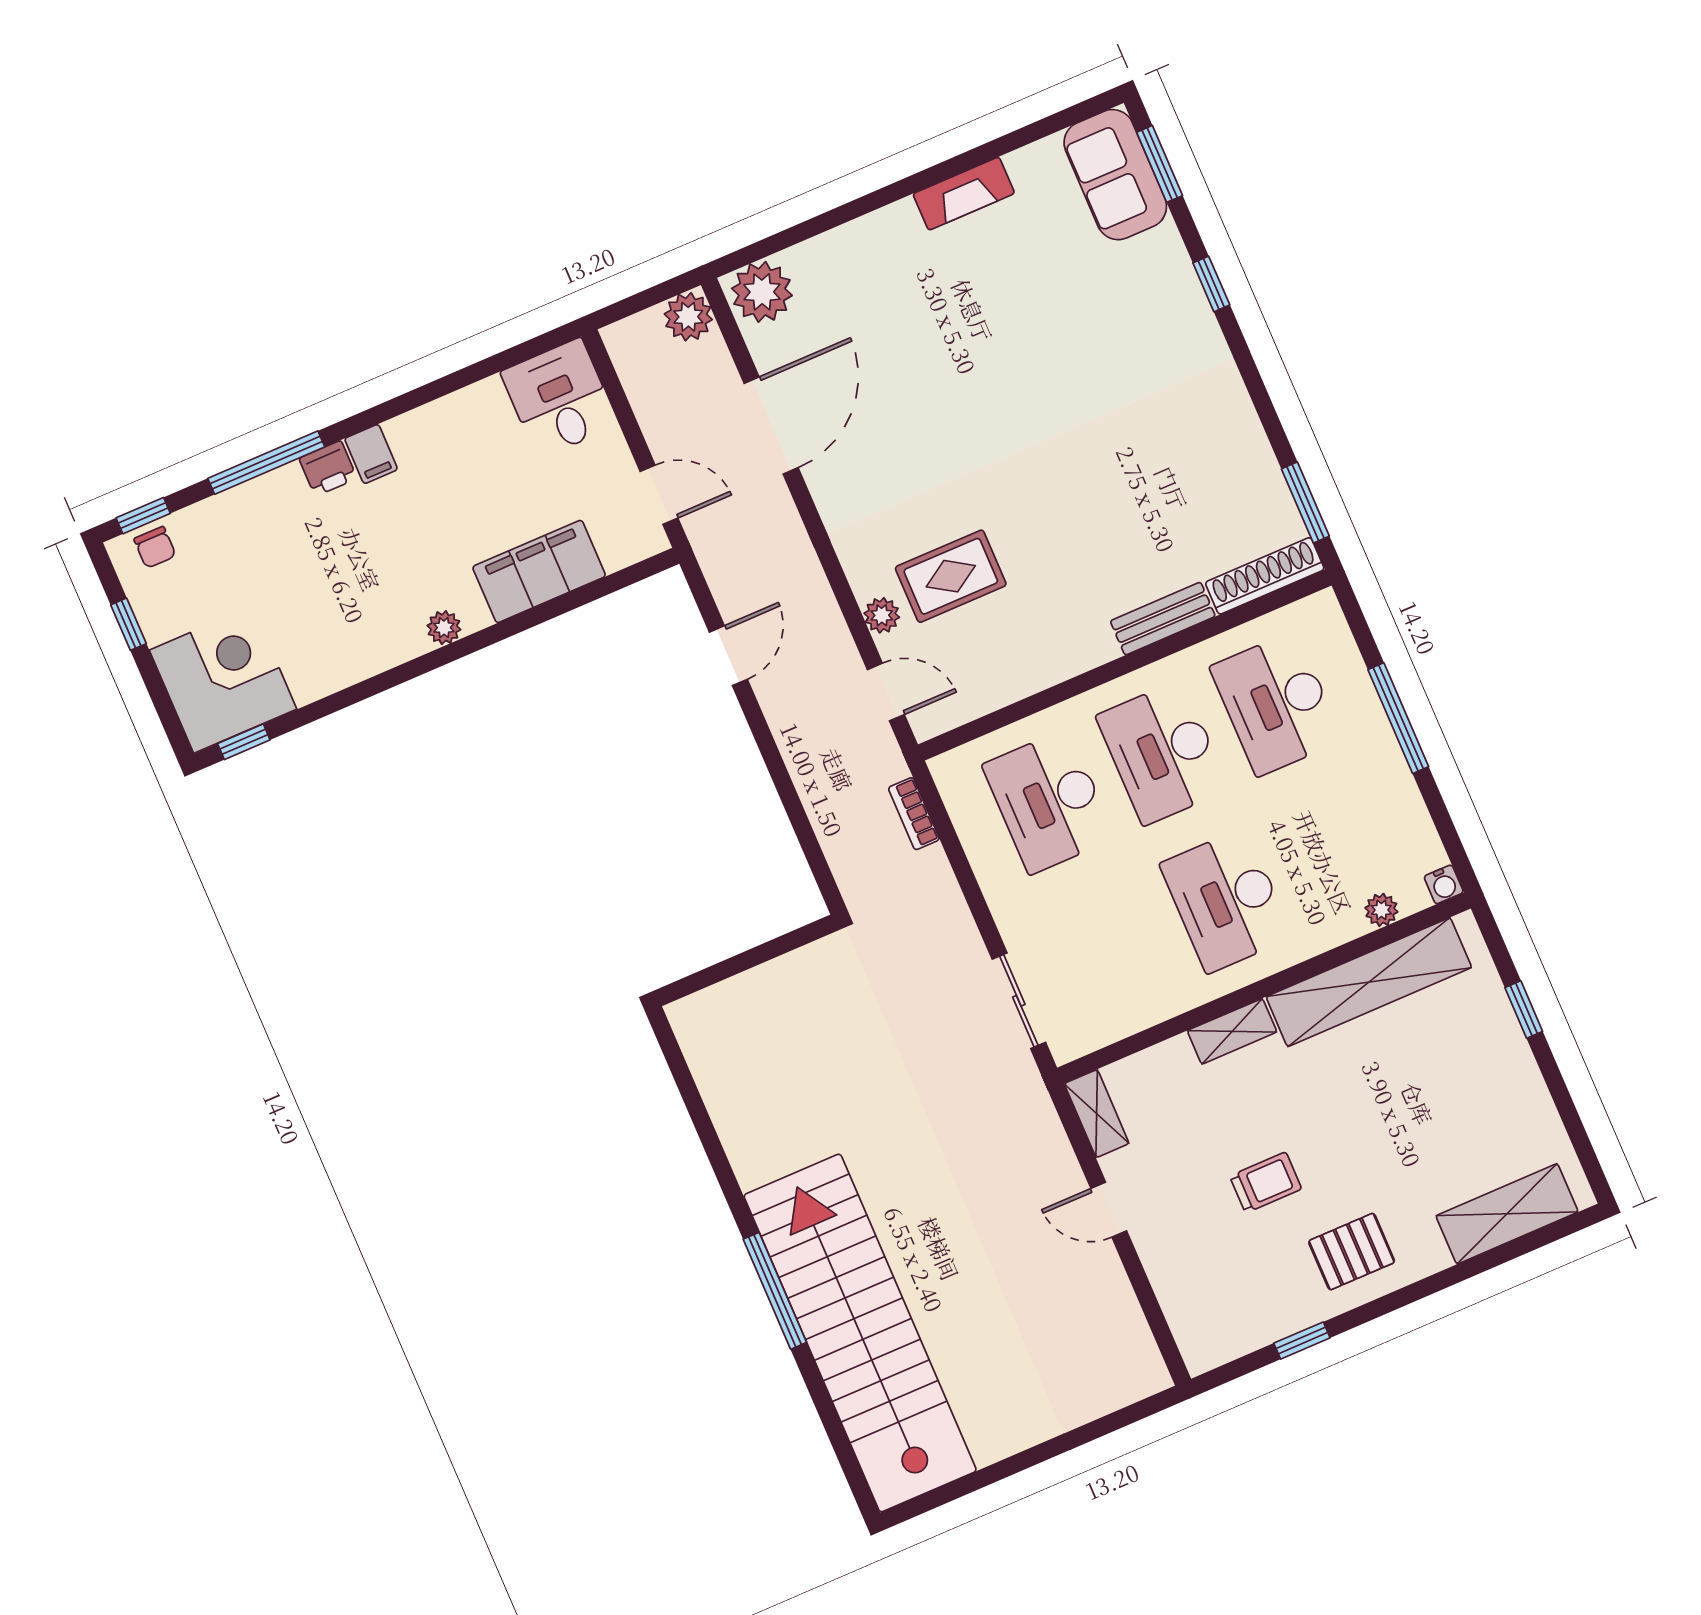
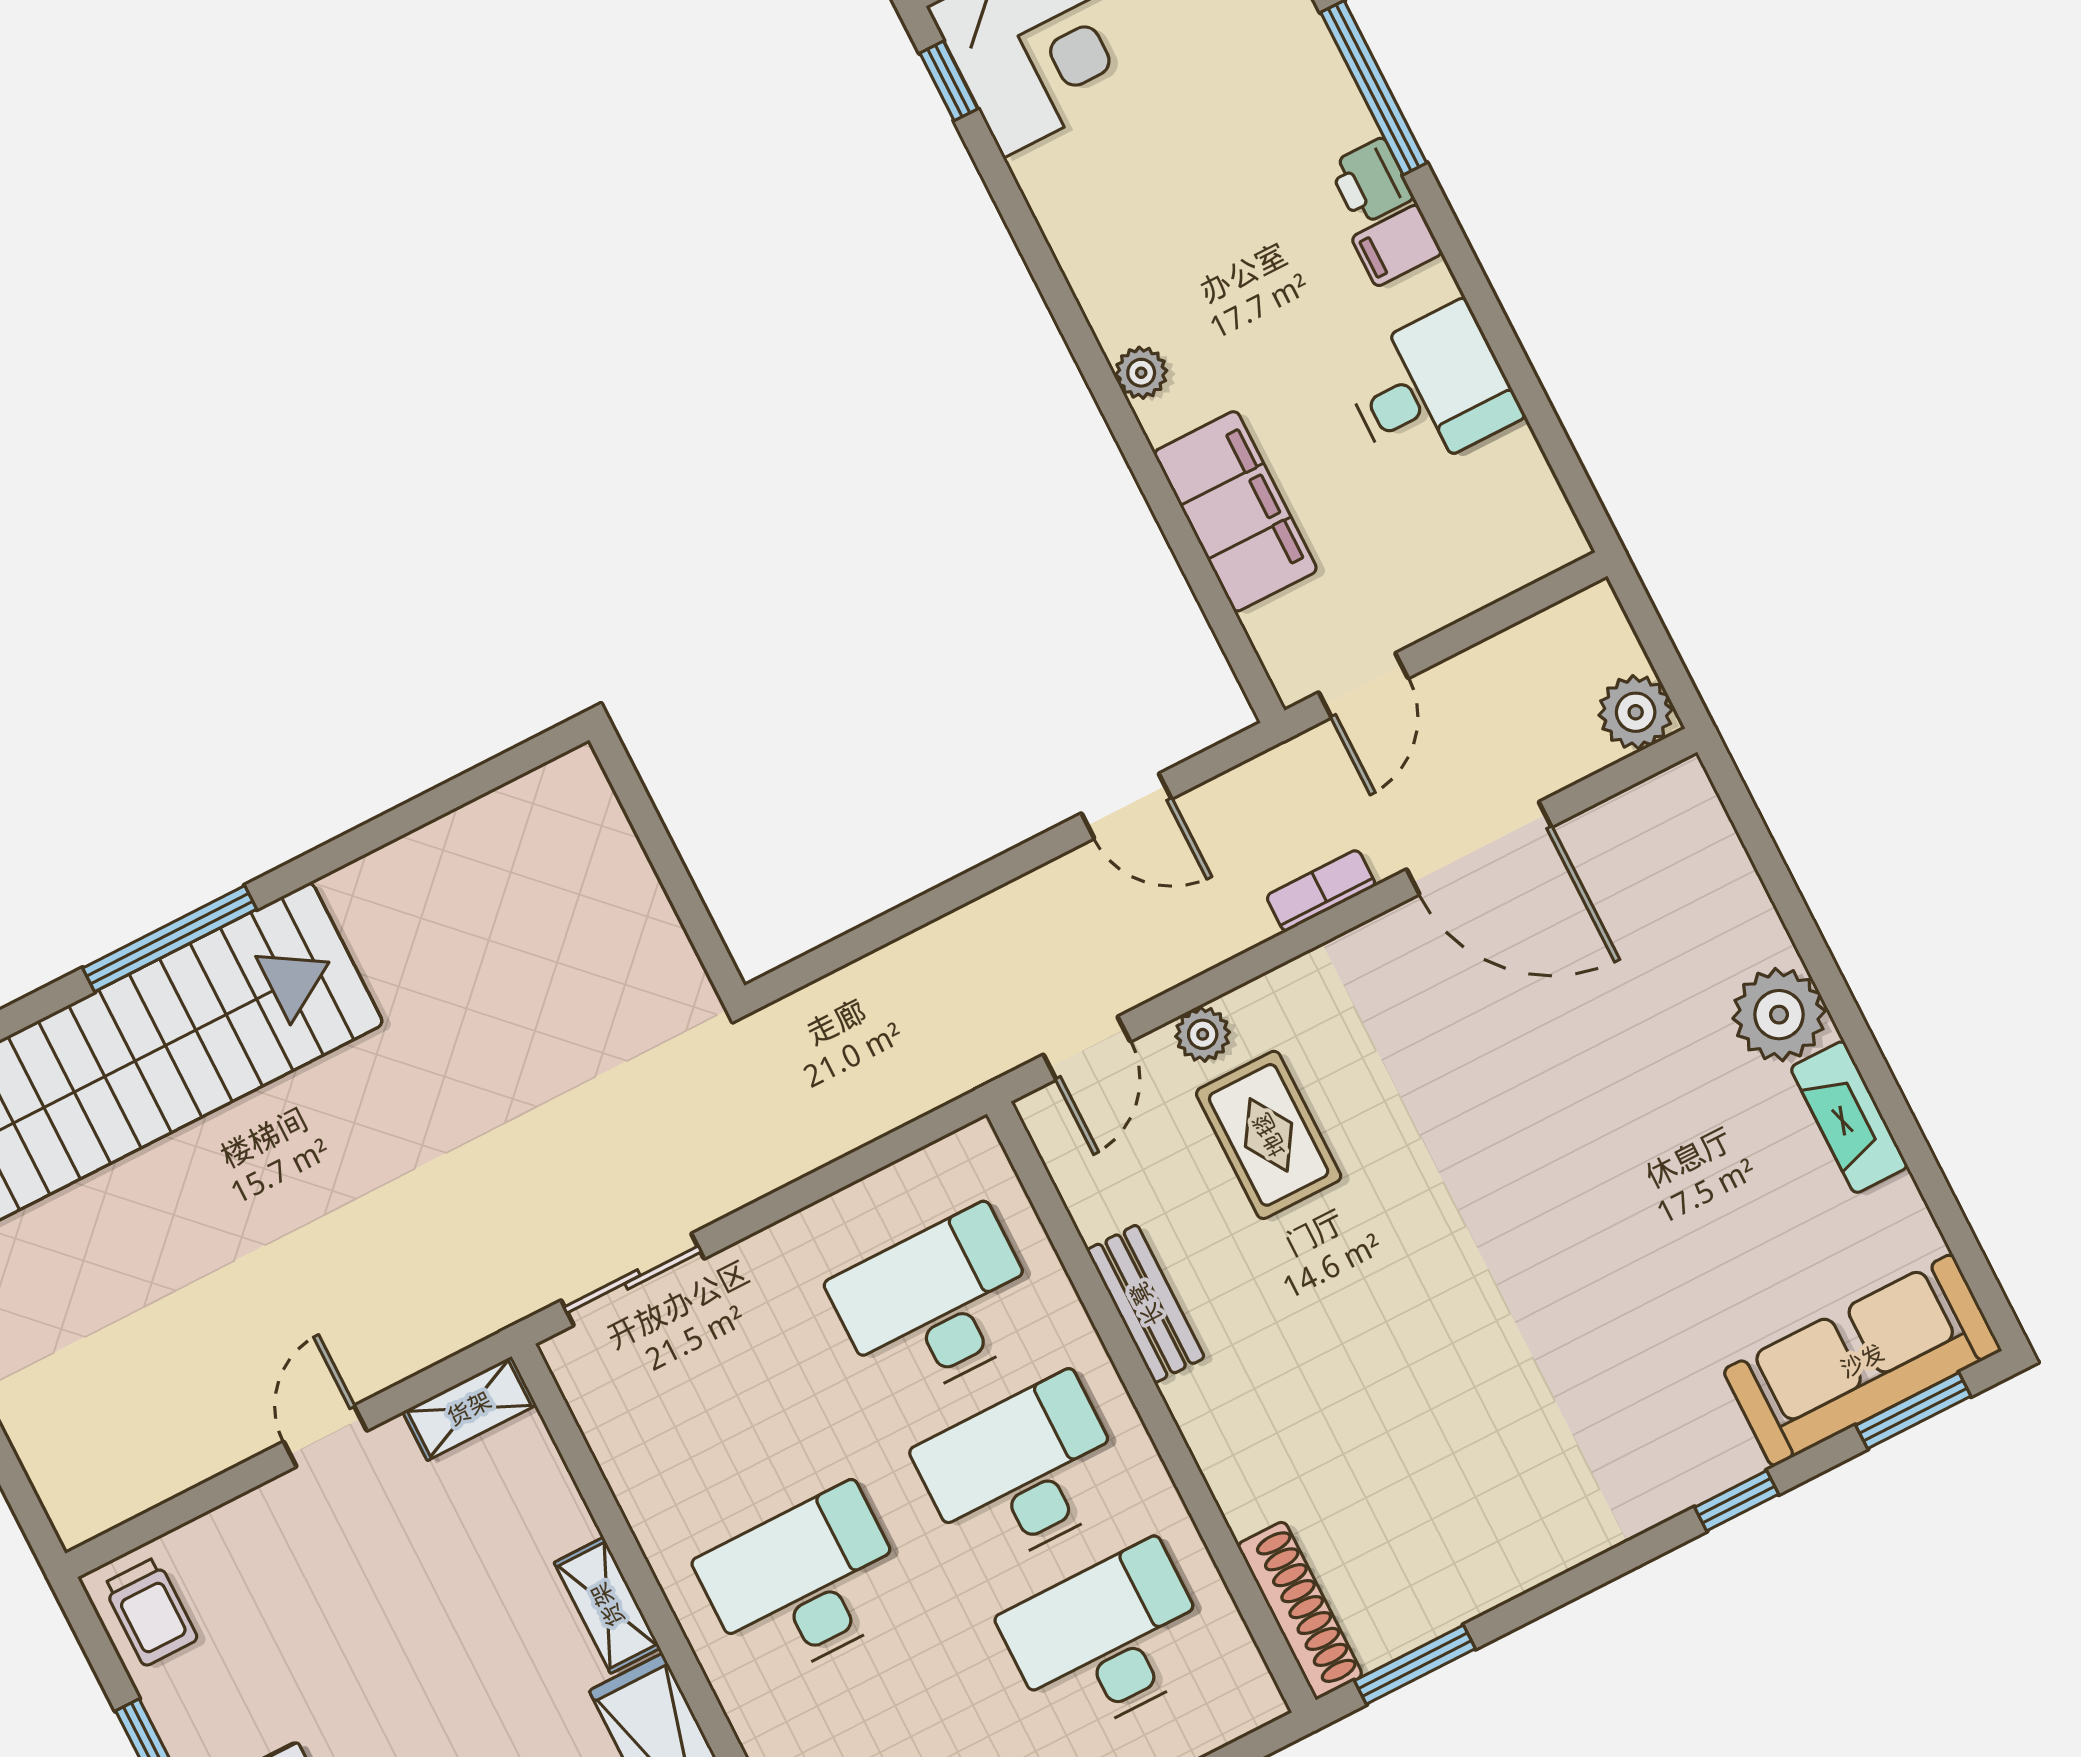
sofa: (1115, 175) -> (1862, 1360), width x1.36
plant: (762, 292) -> (1779, 1015), moved
desk: (559, 398) -> (1431, 390), moved
bench: (1163, 619) -> (1146, 1304), moved
bookcase: (914, 814) -> (1321, 891), moved
trolley: (1266, 1183) -> (150, 1612), moved

